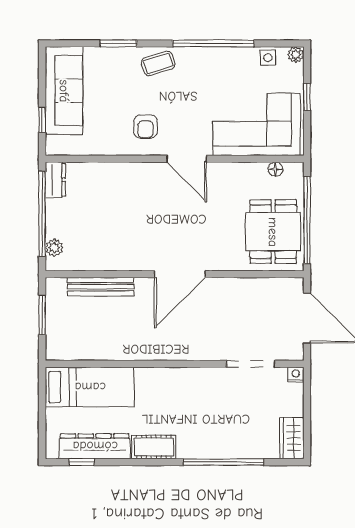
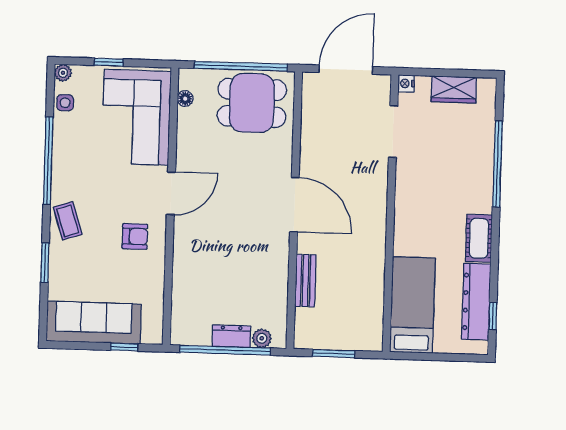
dresser: (55, 180) -> (231, 336), moved
bench: (100, 287) -> (305, 281), width x0.73
wardrobe: (292, 438) -> (454, 89), moved

